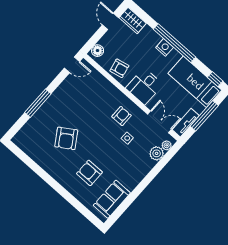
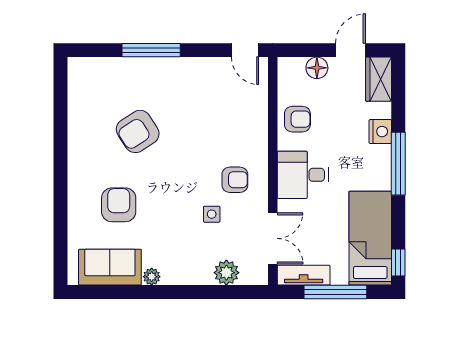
window: (174, 43) -> (398, 164), width x0.68
nightstand: (165, 47) -> (380, 132), moved
floor lamp: (98, 51) -> (317, 68), moved
armchair: (119, 68) -> (297, 119), turned -78
plant: (167, 145) -> (152, 277), moved

